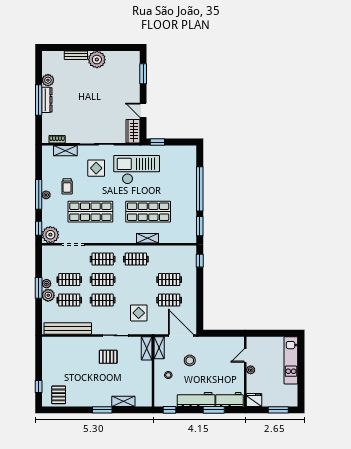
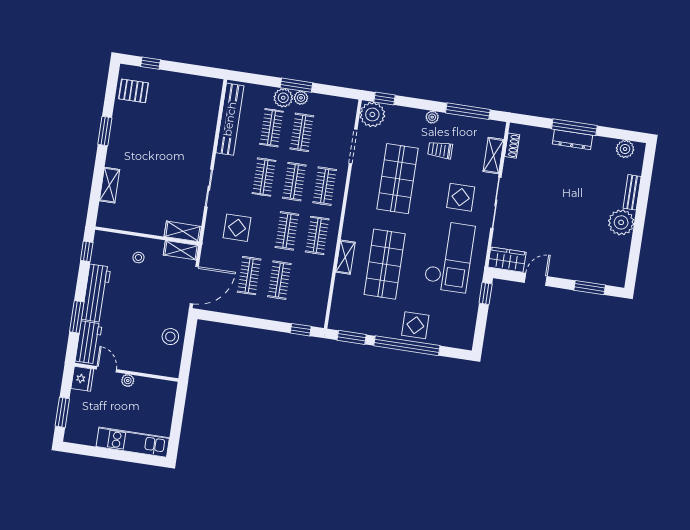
plant: (48, 80) -> (625, 149), moved
display table: (185, 185) -> (415, 325), added
window: (39, 194) -> (468, 111), moved
clothes rail: (136, 280) -> (287, 231), added
door: (245, 356) -> (106, 369), moved
pallet: (108, 357) -> (179, 173), removed
stool: (190, 360) -> (170, 337), moved
window: (102, 410) -> (105, 131), moved

